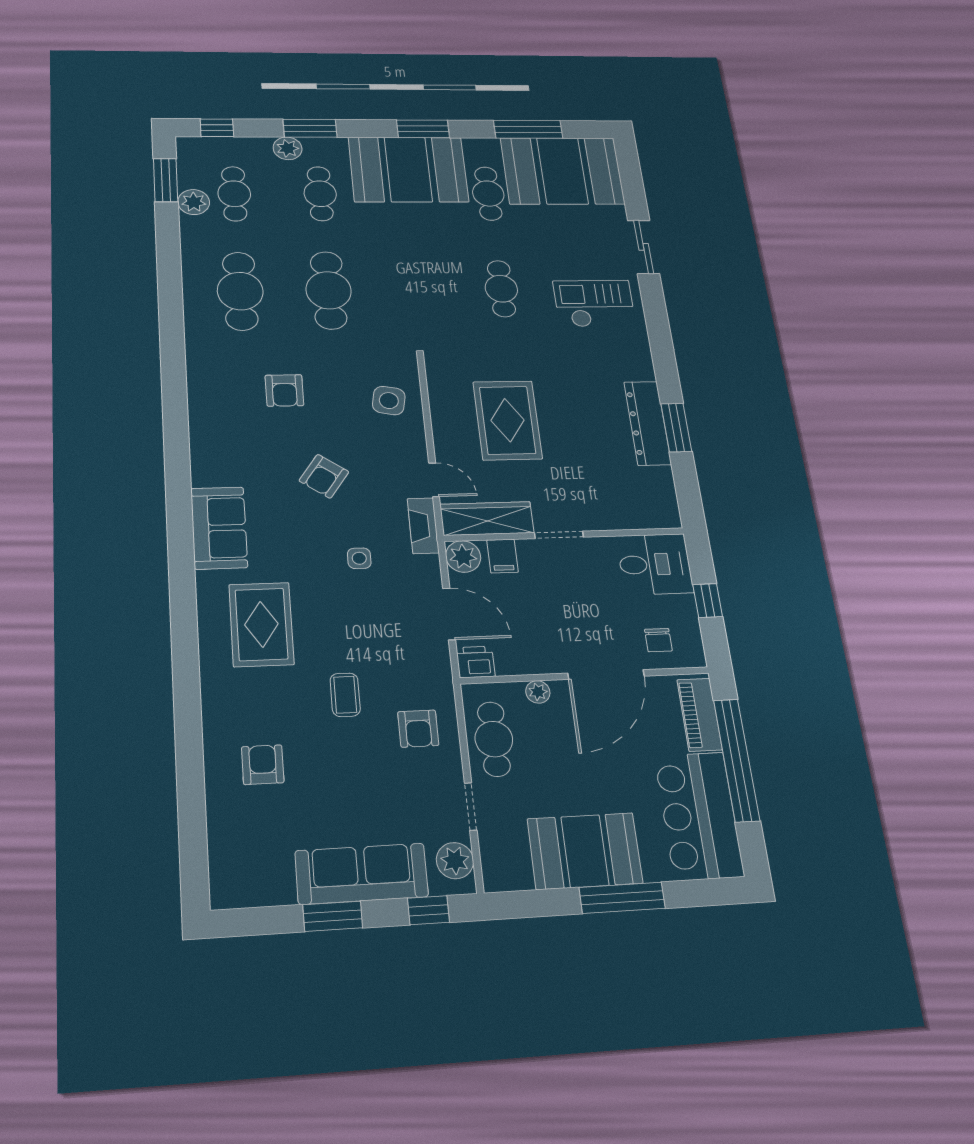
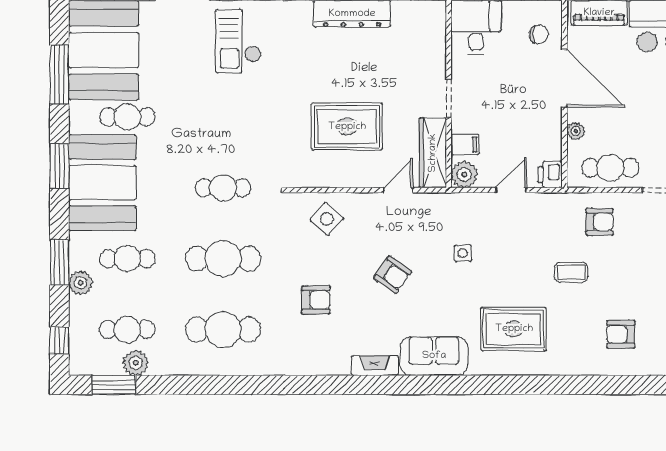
cafe table: (501, 289) -> (223, 188), moved
side table: (389, 401) -> (327, 219), turned 31
fireplace: (423, 526) -> (375, 365), moved, turned 180
door: (449, 614) -> (511, 190), width x0.73

